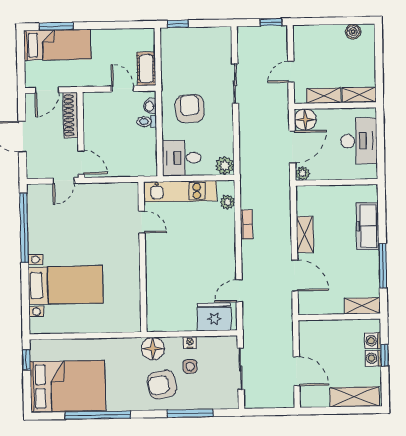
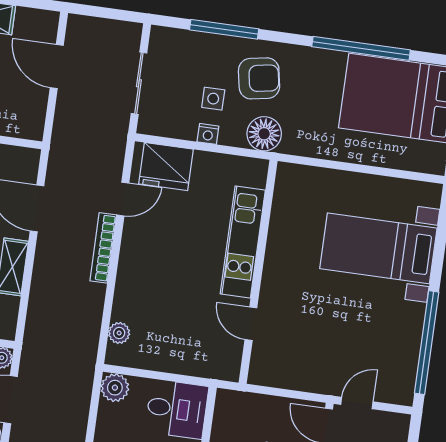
kitchen unit: (180, 191) -> (243, 242), moved, turned -90
bookcase: (246, 224) -> (103, 248), moved, width x1.56

